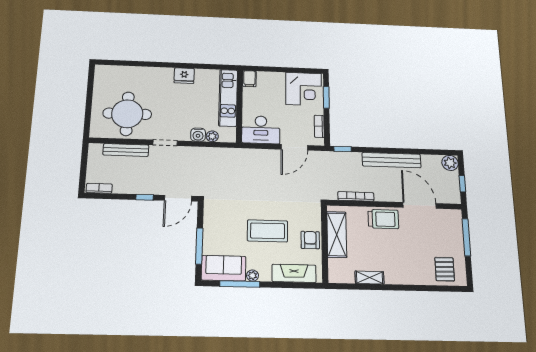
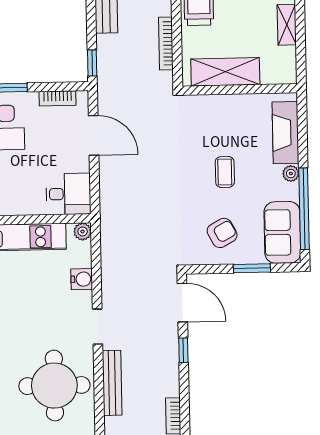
desk: (261, 130) -> (68, 194), width x0.73
plant: (212, 136) -> (83, 231), moved
coffee table: (268, 231) -> (225, 172), width x0.54, depth x0.58
armchair: (310, 240) -> (222, 233), moved, turned 151
window: (199, 246) -> (252, 268), width x0.69
plant: (253, 276) -> (291, 174), moved
window: (240, 284) -> (304, 209), width x1.46

